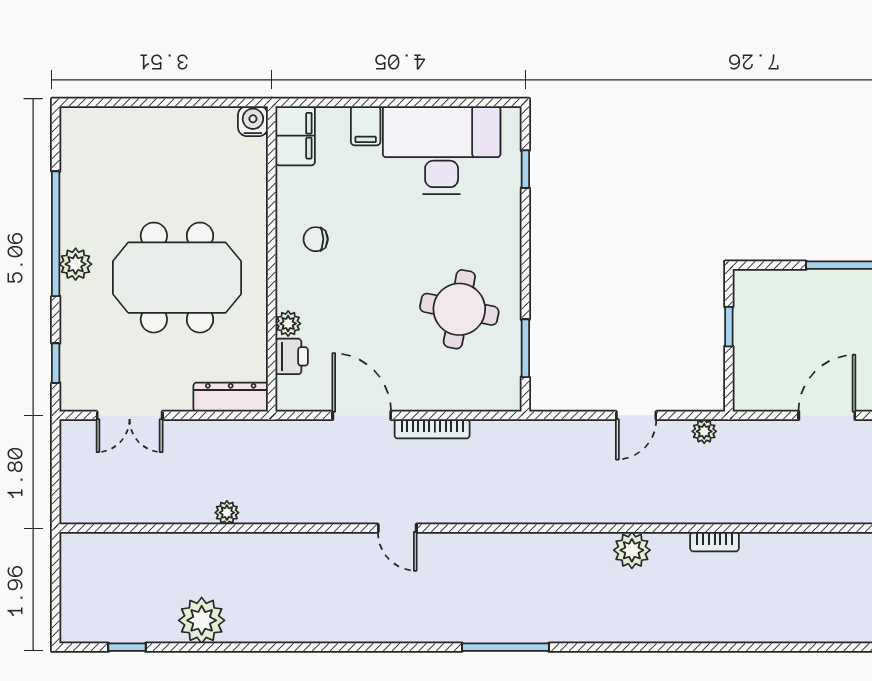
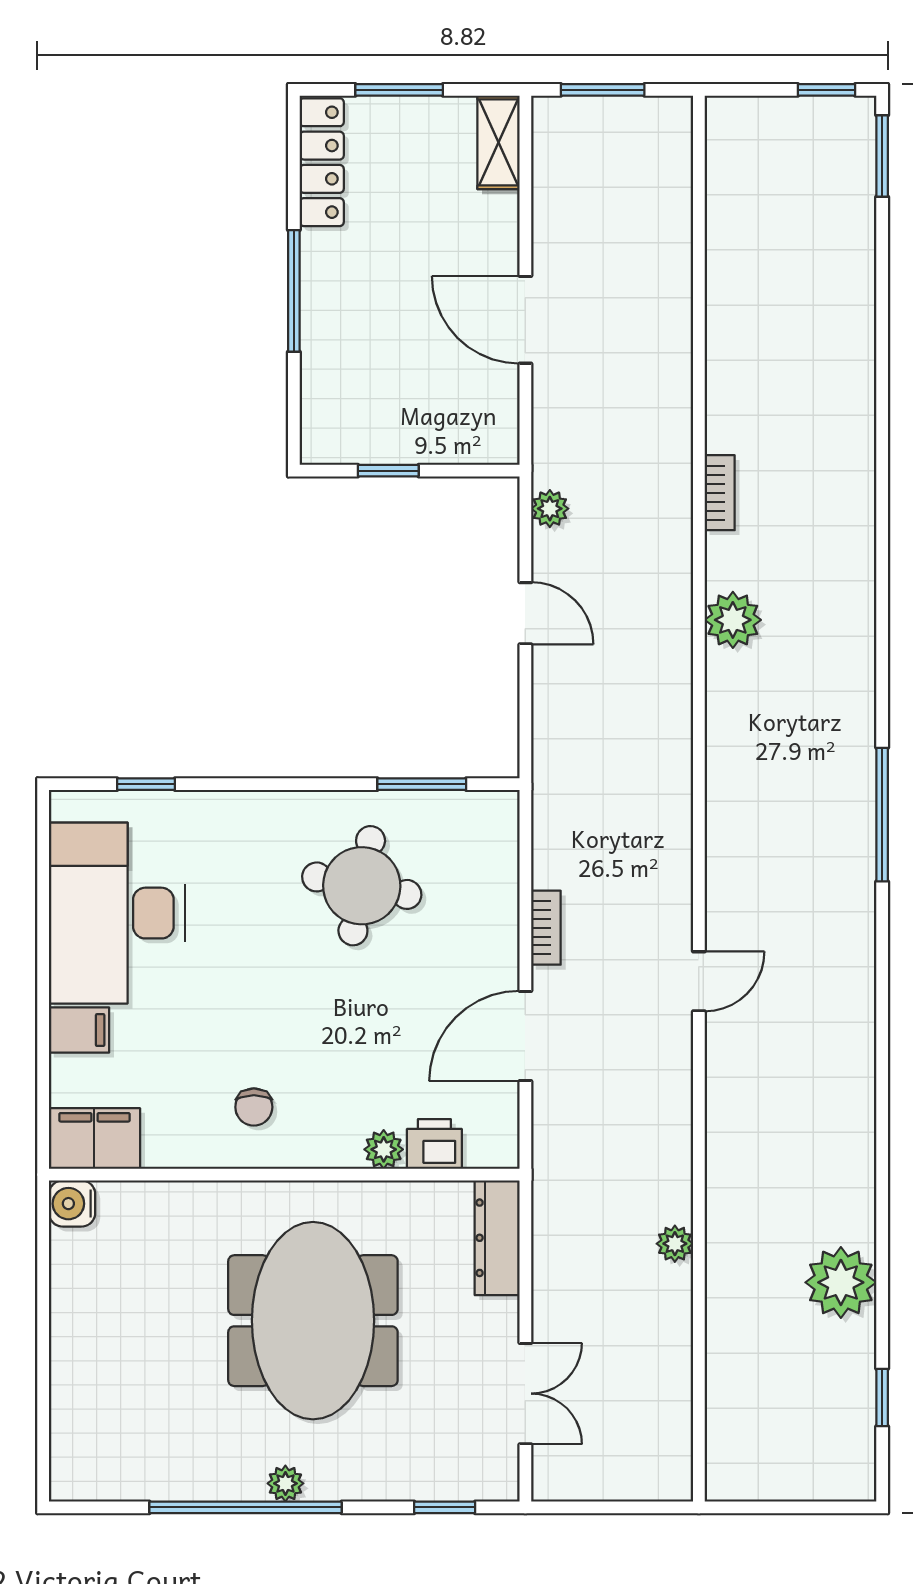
plant: (76, 264) -> (285, 1483), width x0.73, depth x0.73
bookcase: (432, 429) -> (546, 928), width x0.64

